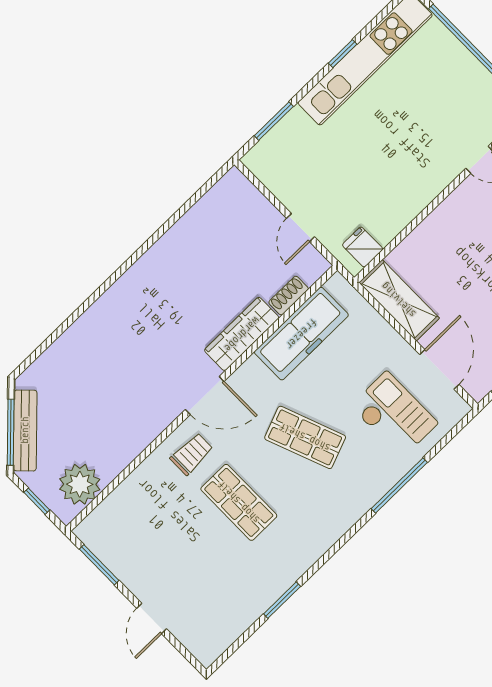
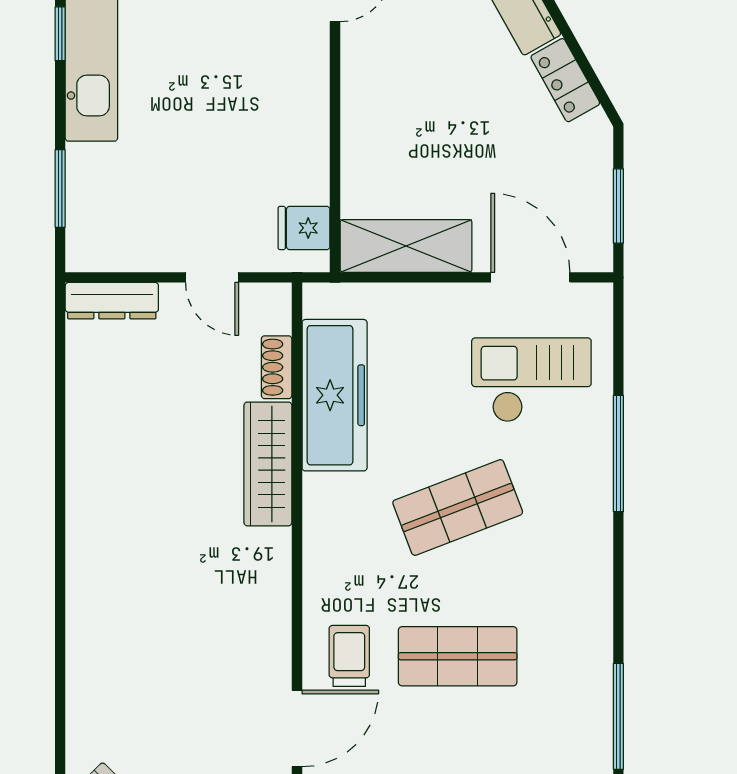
dresser: (246, 193) -> (112, 301), added
door: (205, 395) -> (297, 728), moved
window: (282, 600) -> (618, 716), width x1.44

